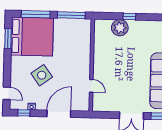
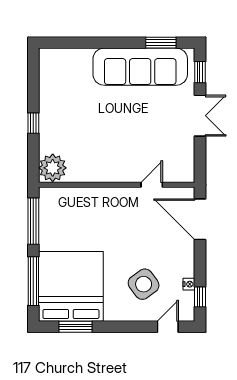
plant: (120, 28) -> (53, 168), moved
side table: (42, 75) -> (144, 284), moved
door: (59, 114) -> (200, 219), moved

